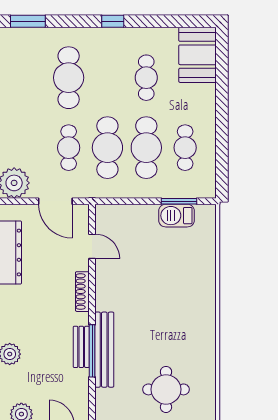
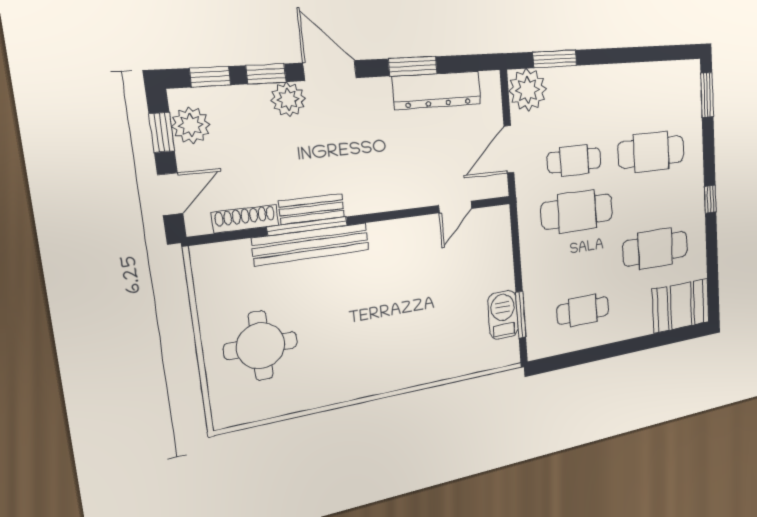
cafe table: (146, 78) -> (655, 249), width x1.37, depth x1.35
cafe table: (146, 148) -> (580, 261), removed
shoe rack: (82, 292) -> (245, 219), moved

